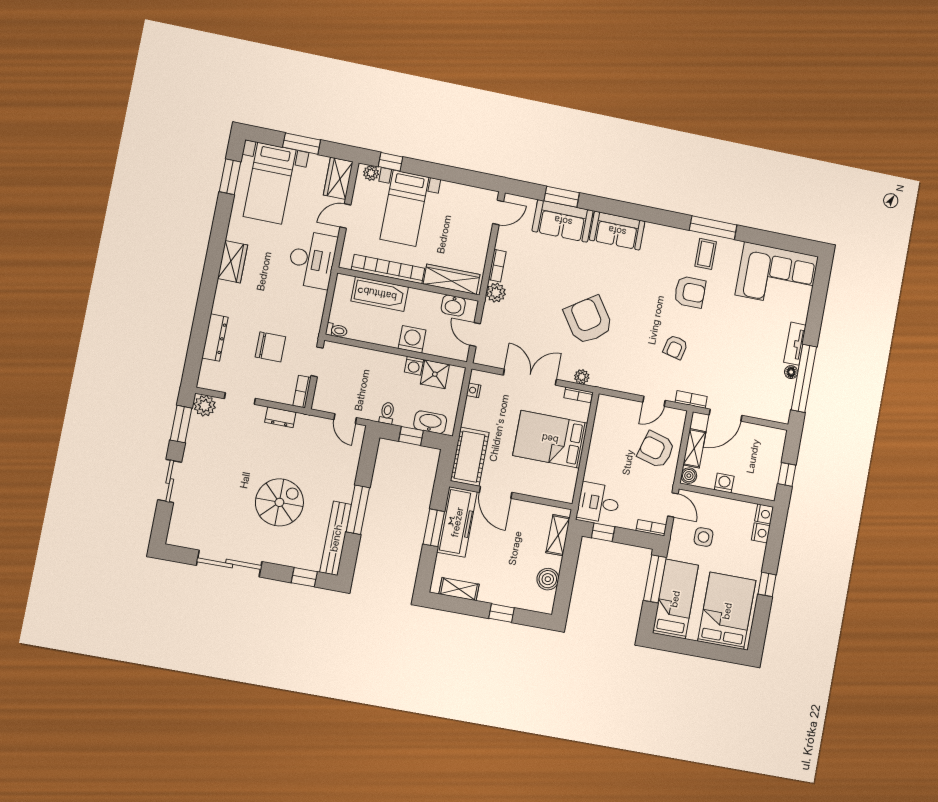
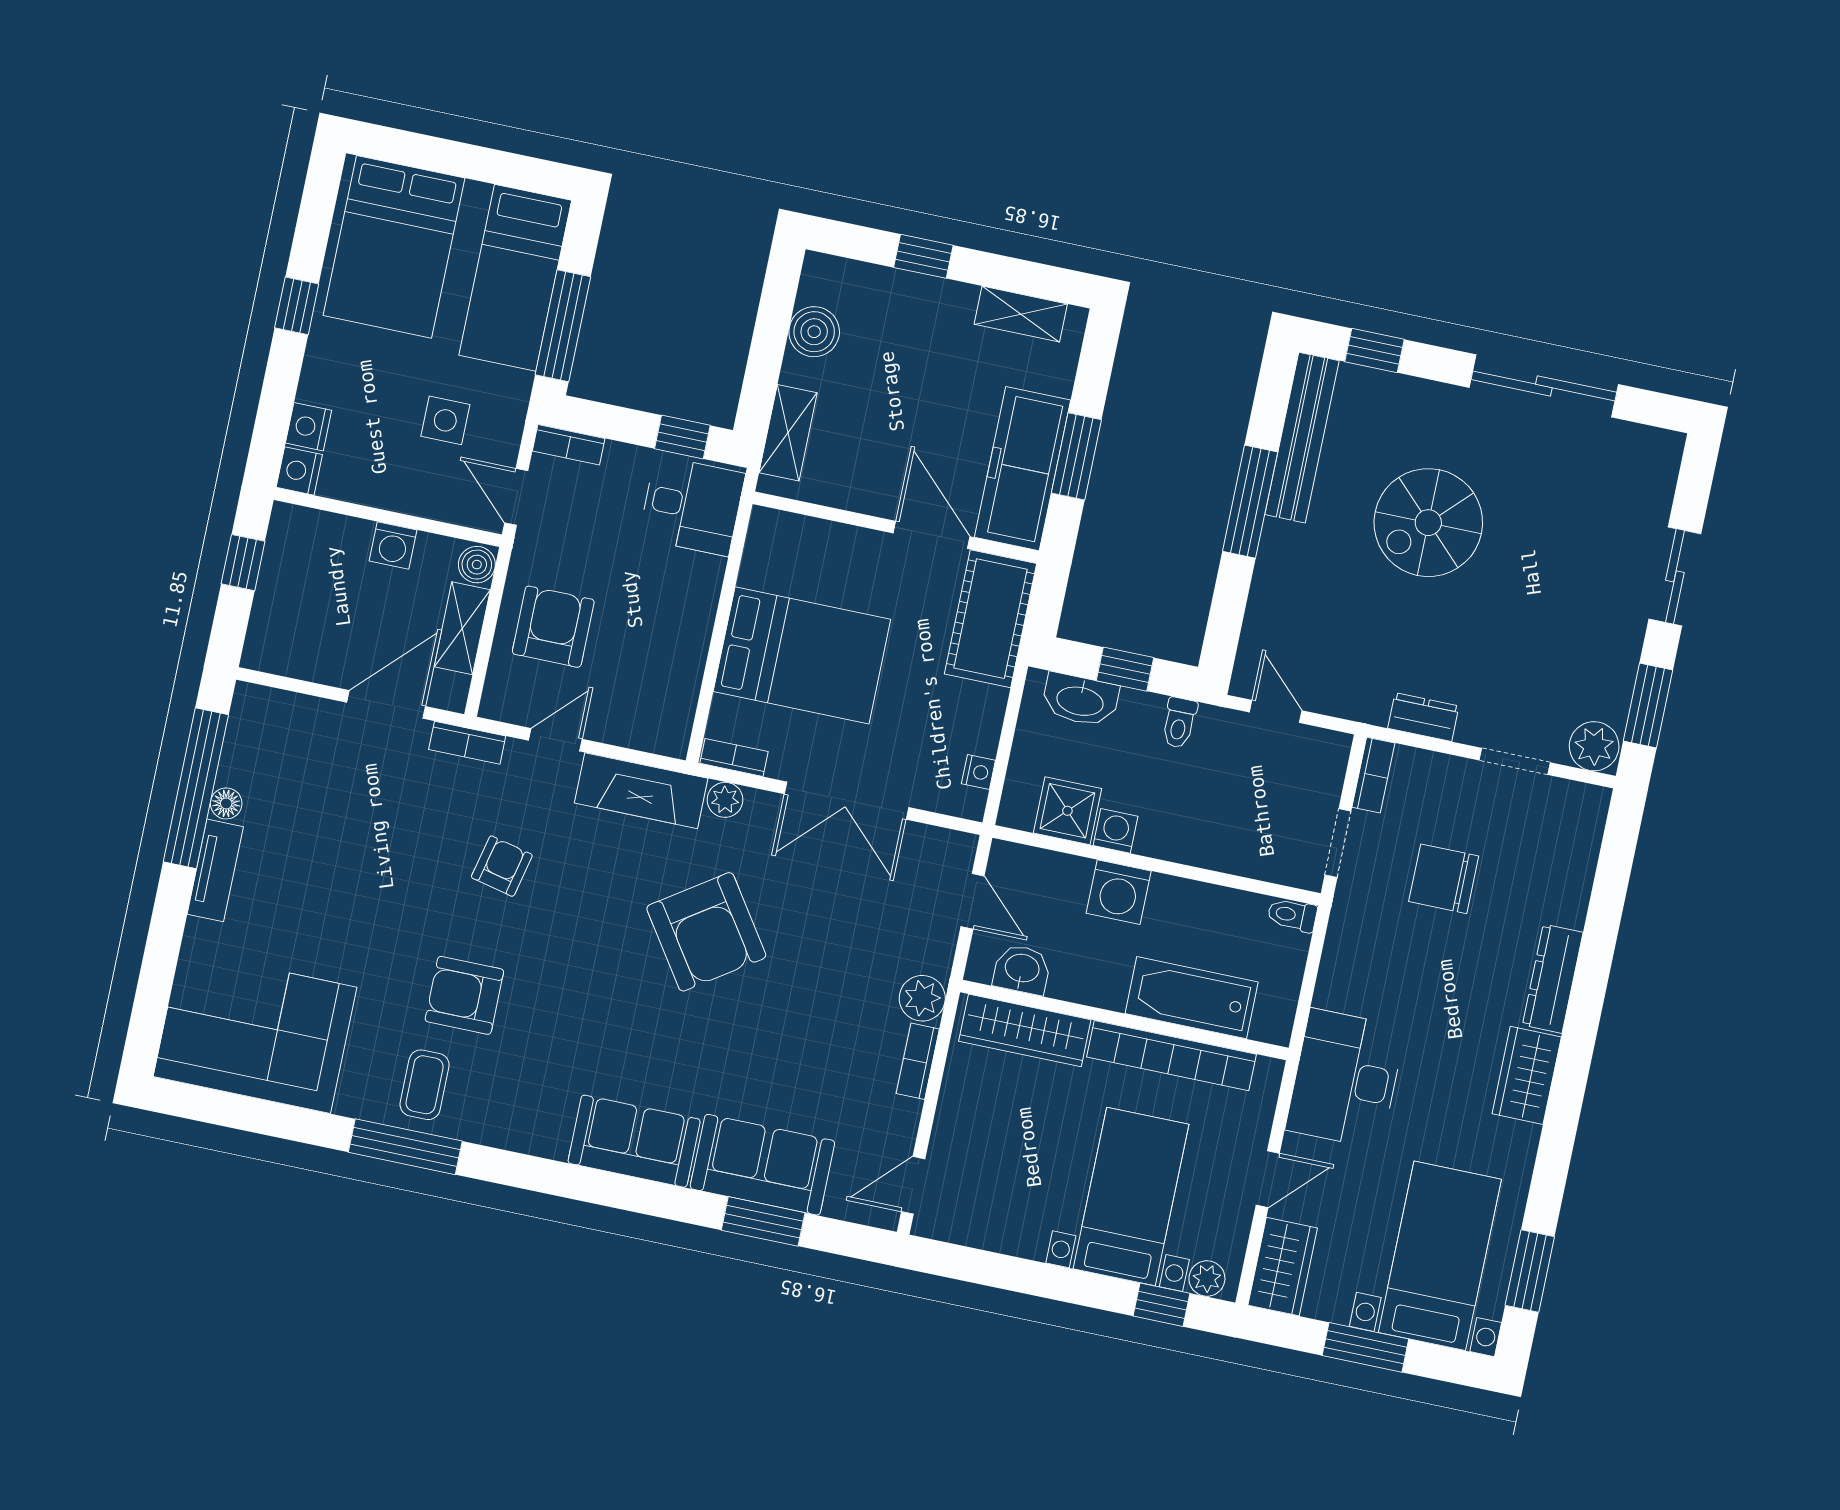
dresser: (215, 337) -> (1553, 979), moved
fireplace: (617, 380) -> (641, 791), added
armchair: (656, 450) -> (553, 627), turned -106

